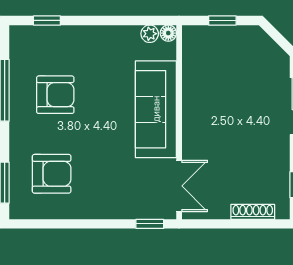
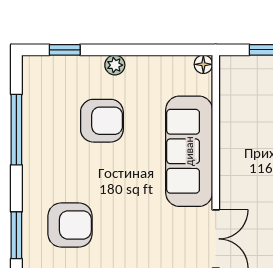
plant: (150, 34) -> (115, 65), moved
armchair: (55, 95) -> (102, 121), moved

